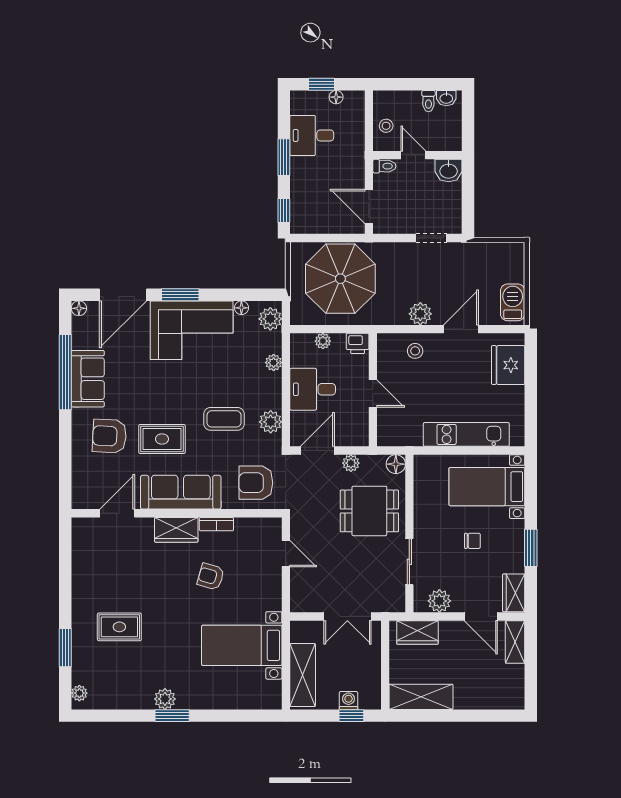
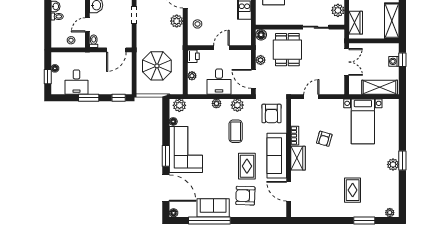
parasol: (340, 279) -> (157, 66), width x0.73, depth x0.73
plant: (274, 363) -> (216, 103), moved
armchair: (109, 436) -> (245, 196), turned 89

